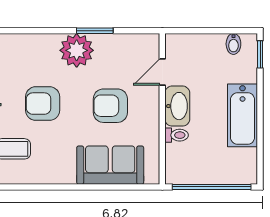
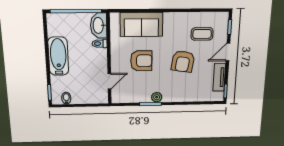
plant: (77, 50) -> (157, 97), width x0.53, depth x0.53
armchair: (43, 104) -> (183, 61), turned 99
washbasin: (177, 106) -> (99, 25), moved

